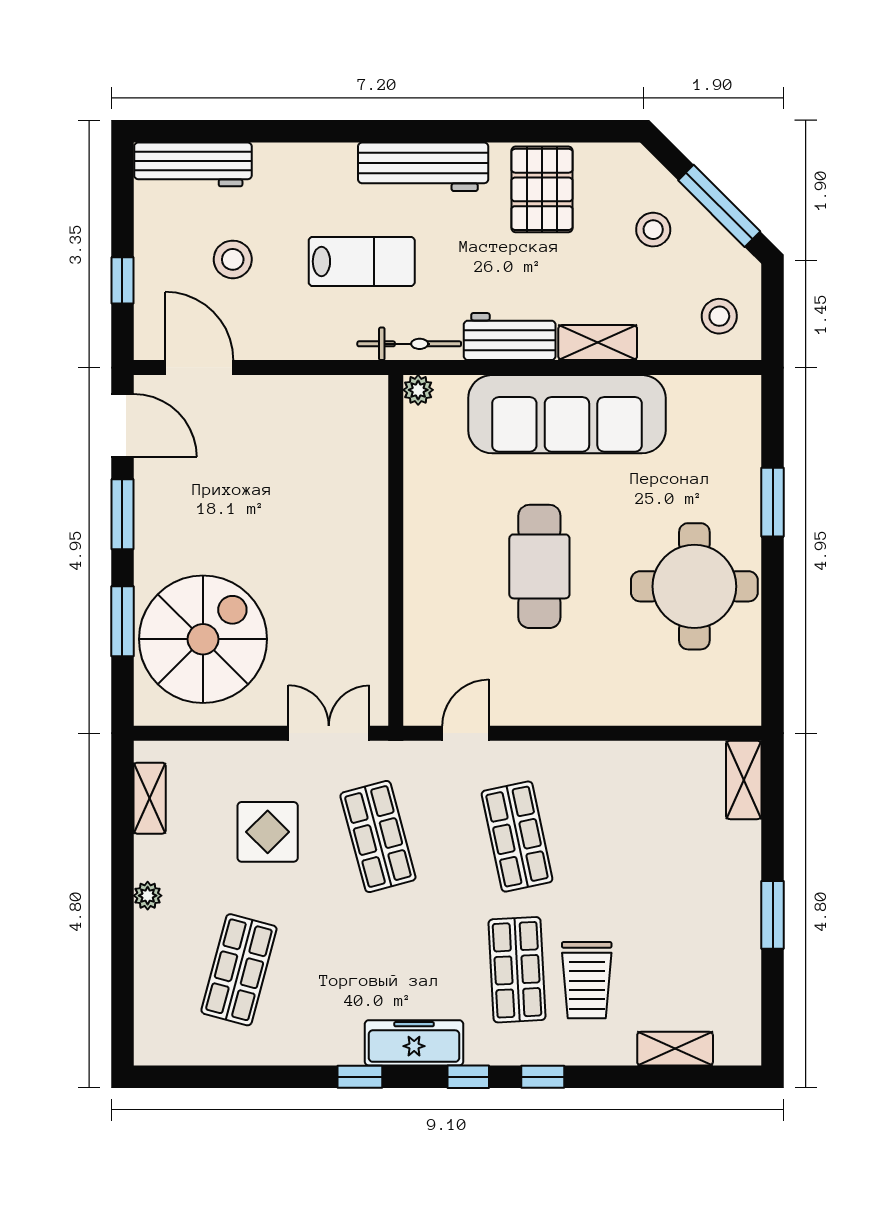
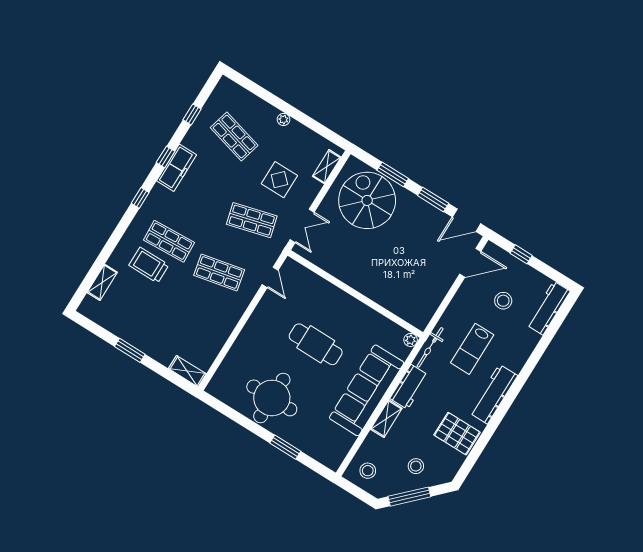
spiral stairs: (203, 639) -> (367, 200), turned 180
shelving: (150, 798) -> (327, 167), moved, turned 90
freezer: (414, 1043) -> (177, 168), moved
window: (543, 1077) -> (192, 114), moved

